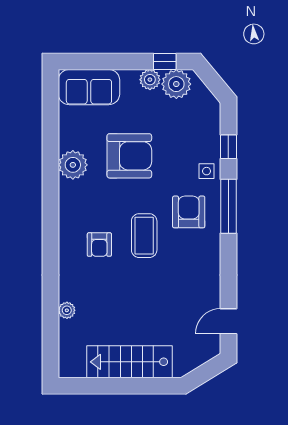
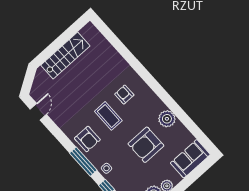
armchair: (189, 212) -> (87, 139), moved
plant: (67, 310) -> (113, 53), removed

